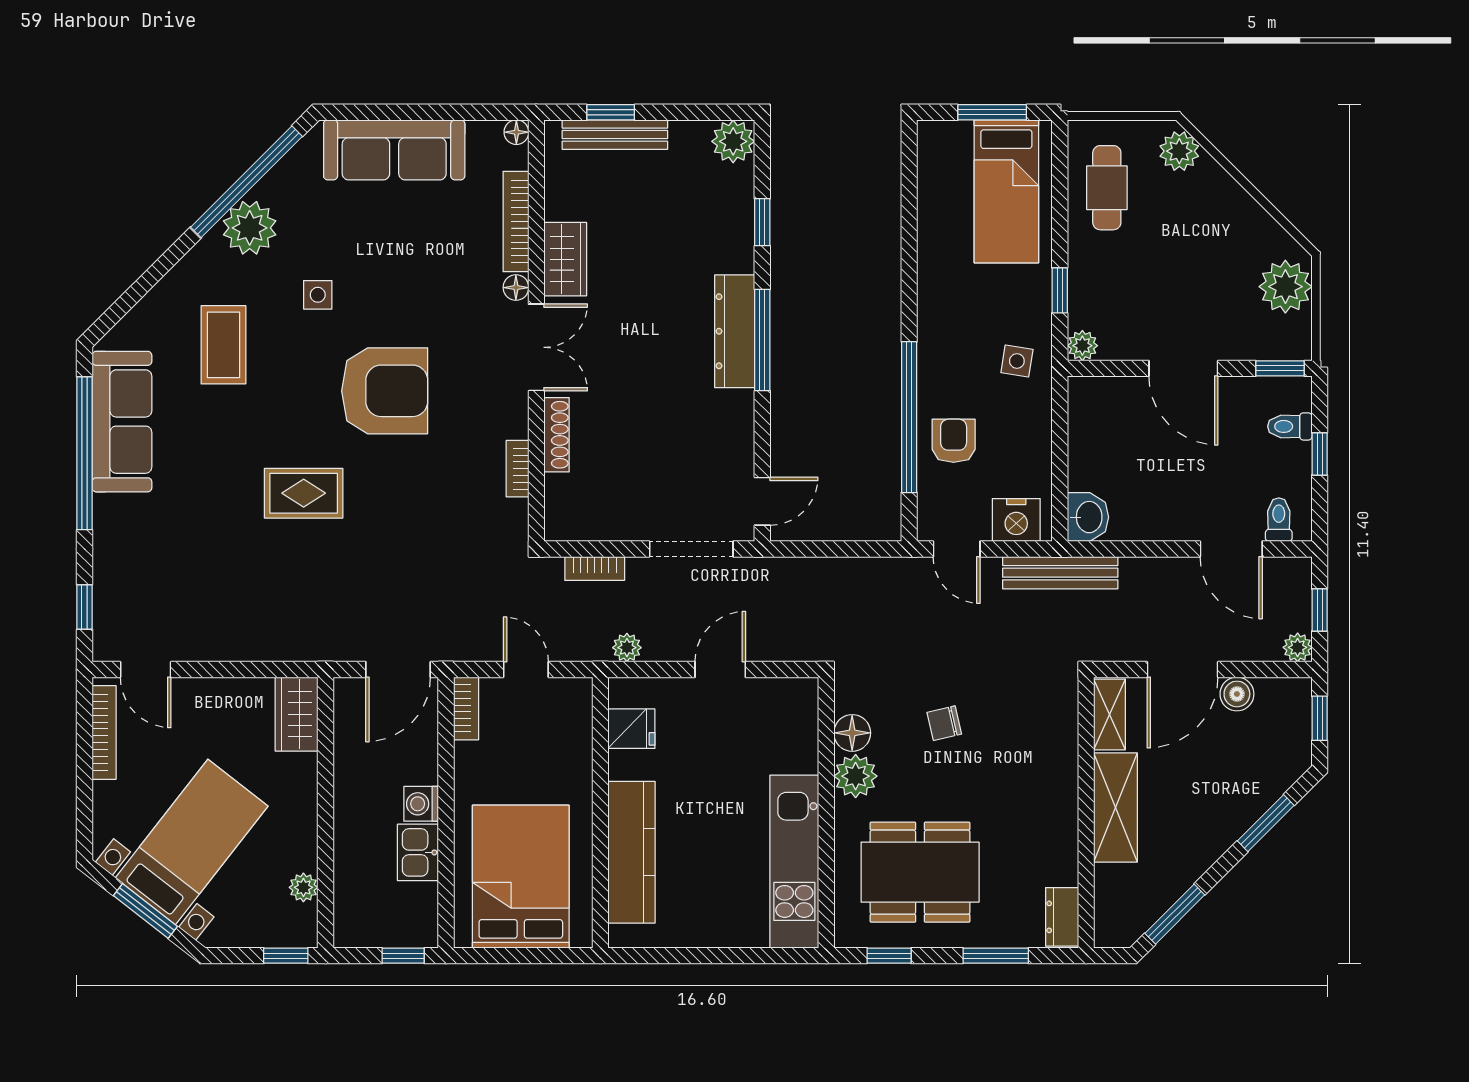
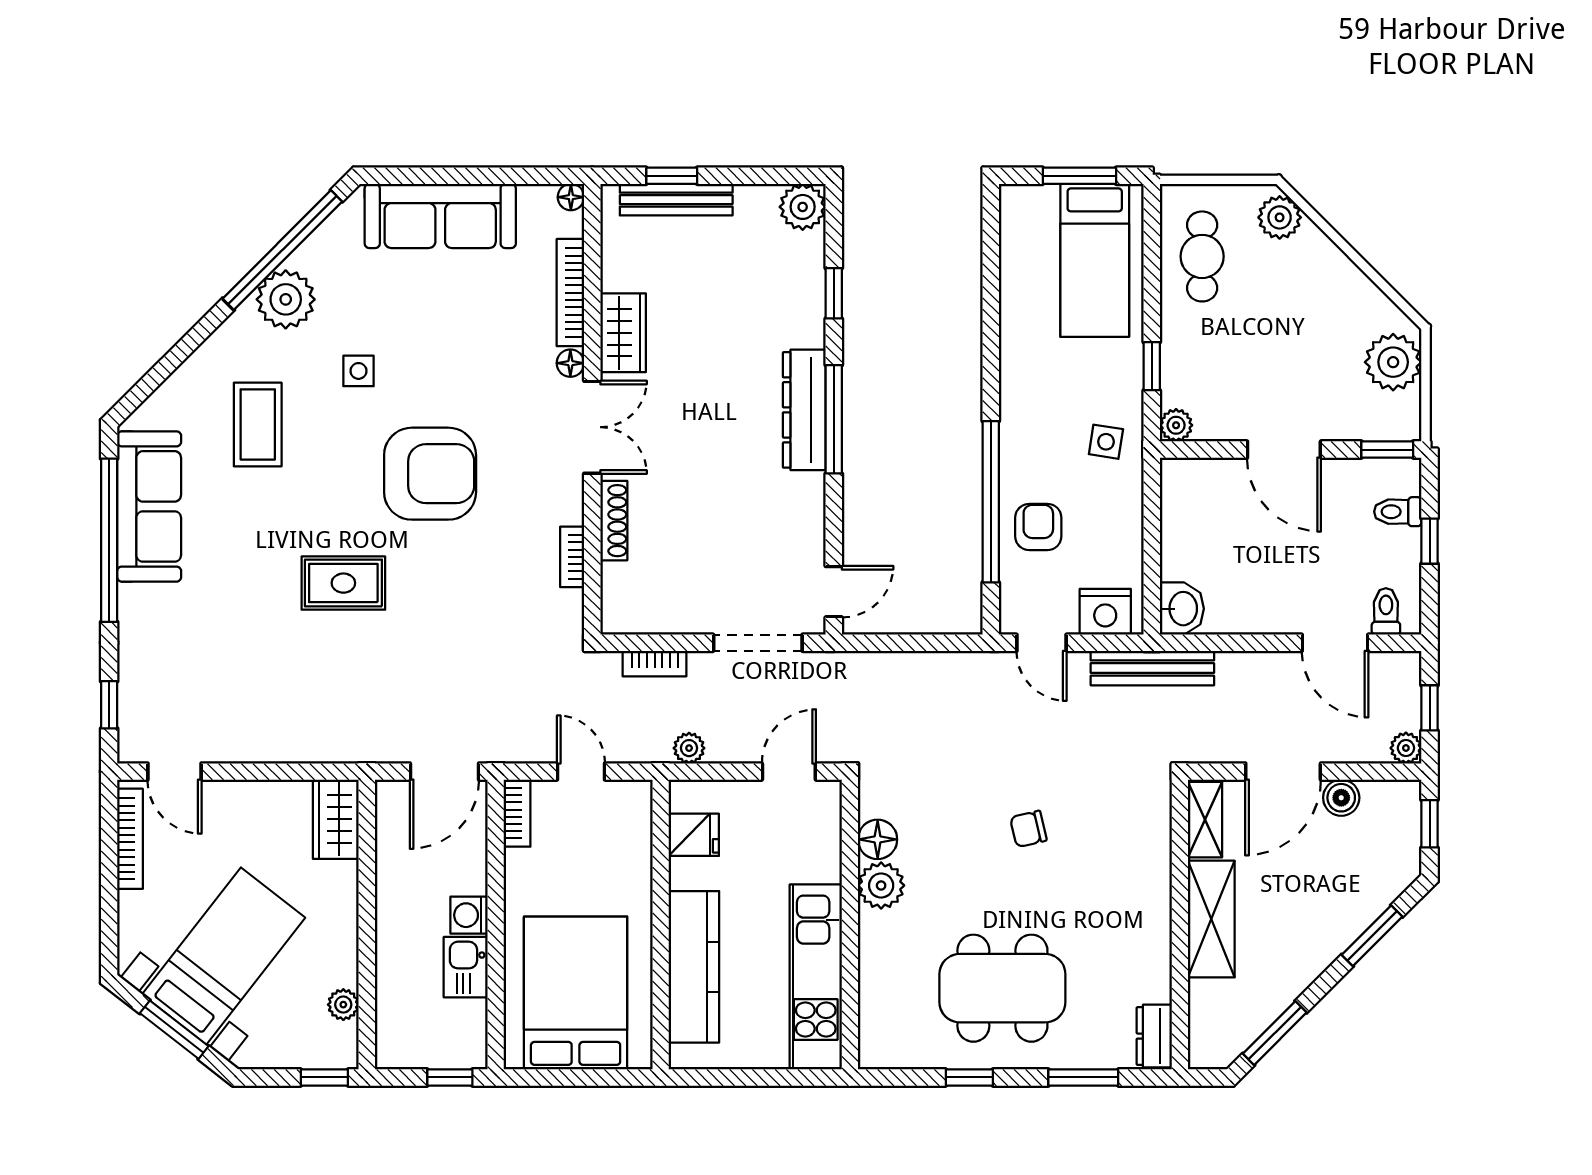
floor lamp: (852, 733) -> (878, 839), moved
plant: (856, 776) -> (881, 885), moved
wall: (826, 813) -> (850, 925), moved
kitchen unit: (794, 862) -> (816, 977), moved

